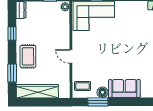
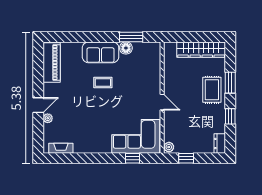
door: (71, 56) -> (162, 102), moved
window: (12, 73) -> (230, 83), moved
coffee table: (83, 86) -> (103, 83), moved

